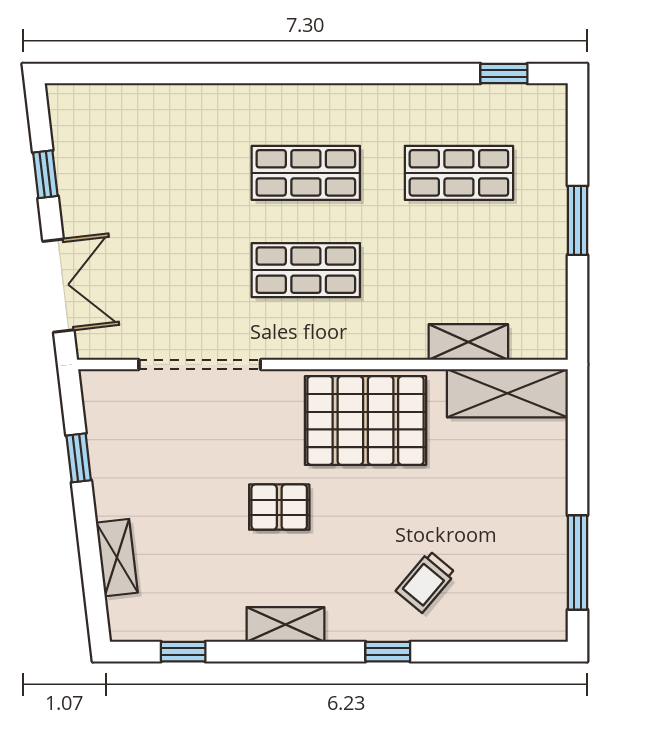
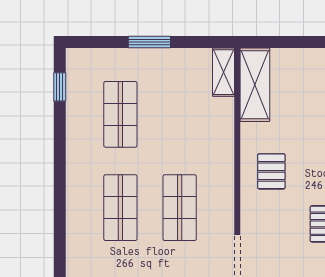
shelving: (468, 342) -> (224, 72), moved
pallet: (365, 421) -> (271, 171), width x0.49, depth x0.50

